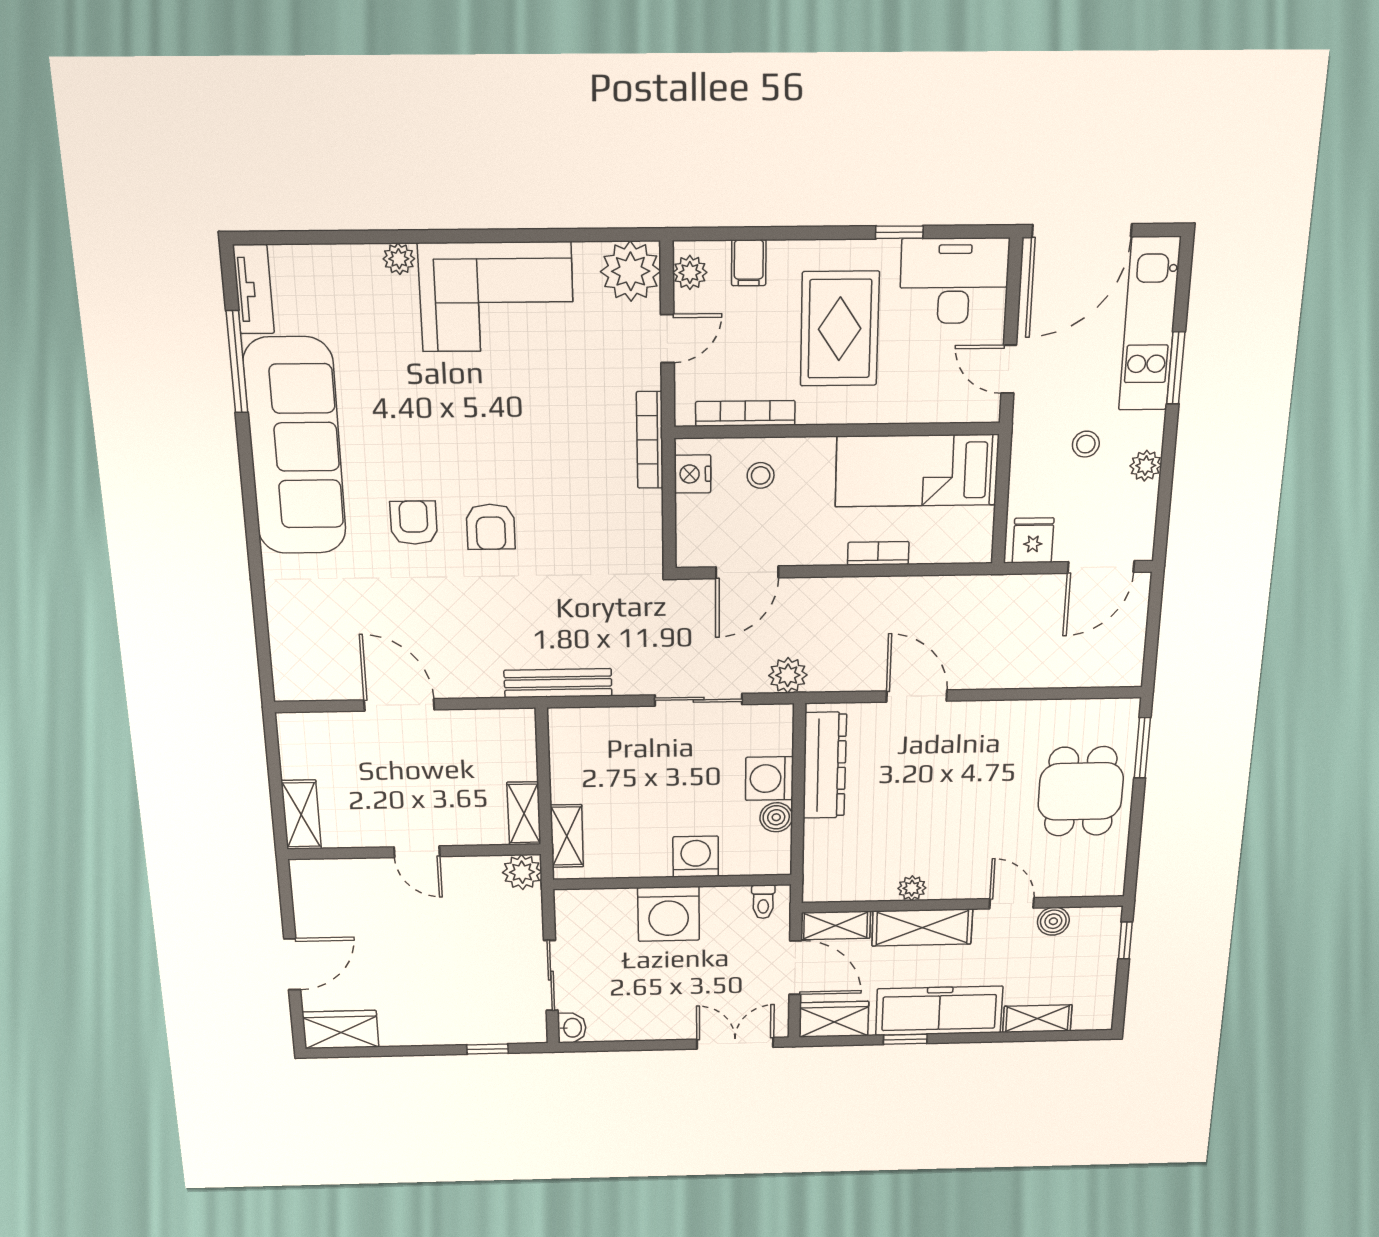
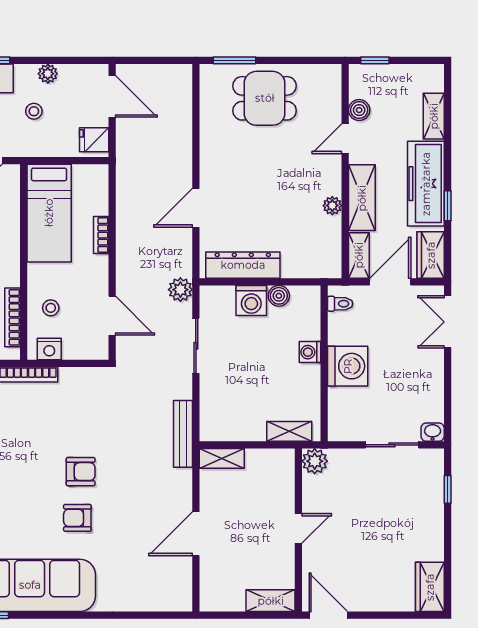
shelving: (524, 813) -> (222, 458), moved
washing machine: (696, 857) -> (310, 352), width x0.73, depth x0.73
door: (292, 964) -> (328, 615), moved

